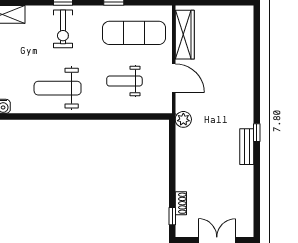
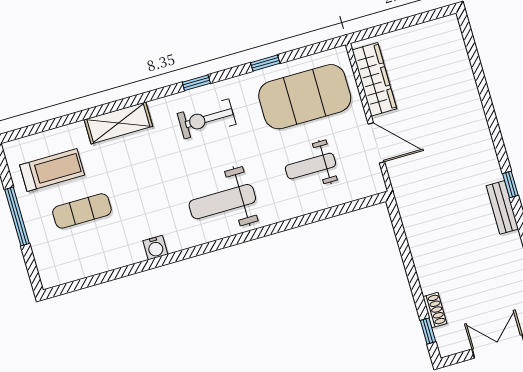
exercise bike: (63, 29) -> (207, 119), turned 90
exercise mat: (134, 33) -> (305, 97), width x1.47
plant: (183, 119) -> (405, 195), removed

